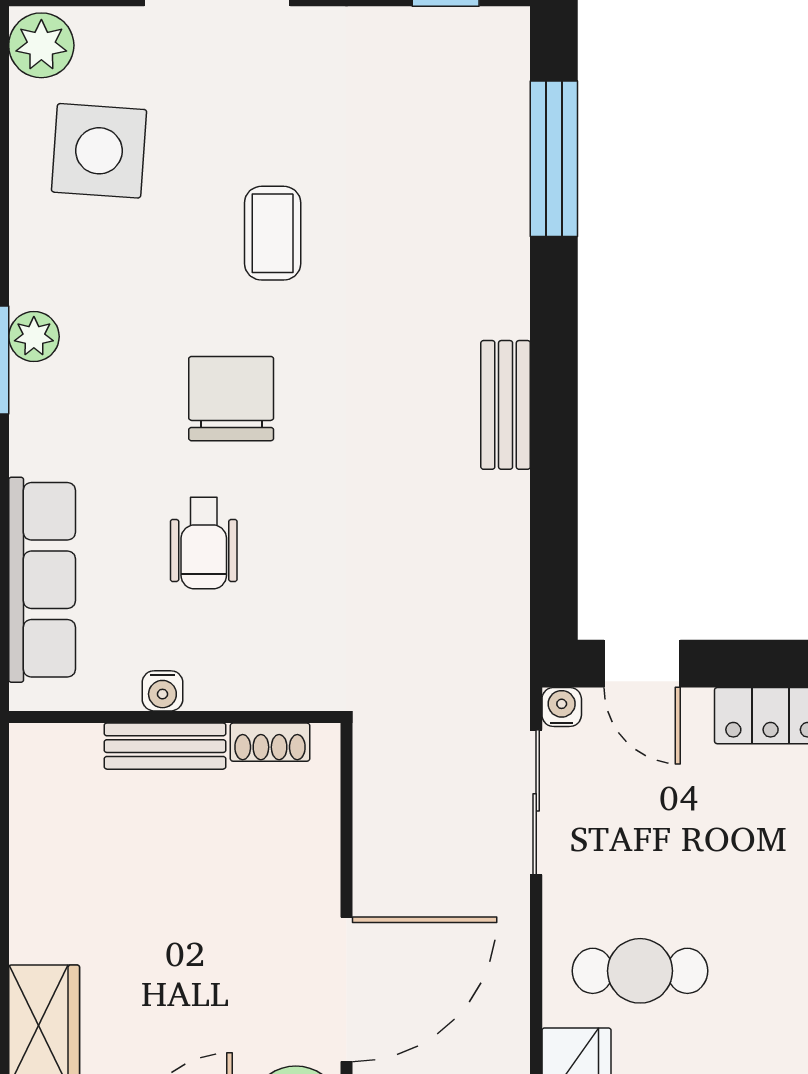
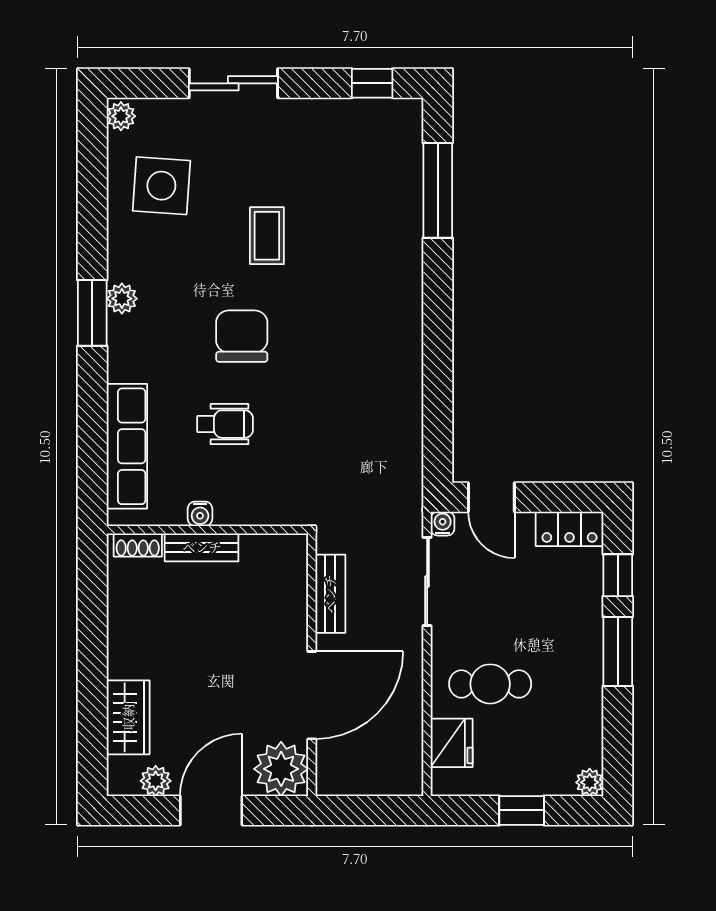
plant: (41, 45) -> (121, 116), width x0.73, depth x0.73
bench: (506, 405) -> (330, 594), moved
wheelchair: (204, 543) -> (225, 424), turned -90
shoe rack: (270, 742) -> (138, 545), moved

